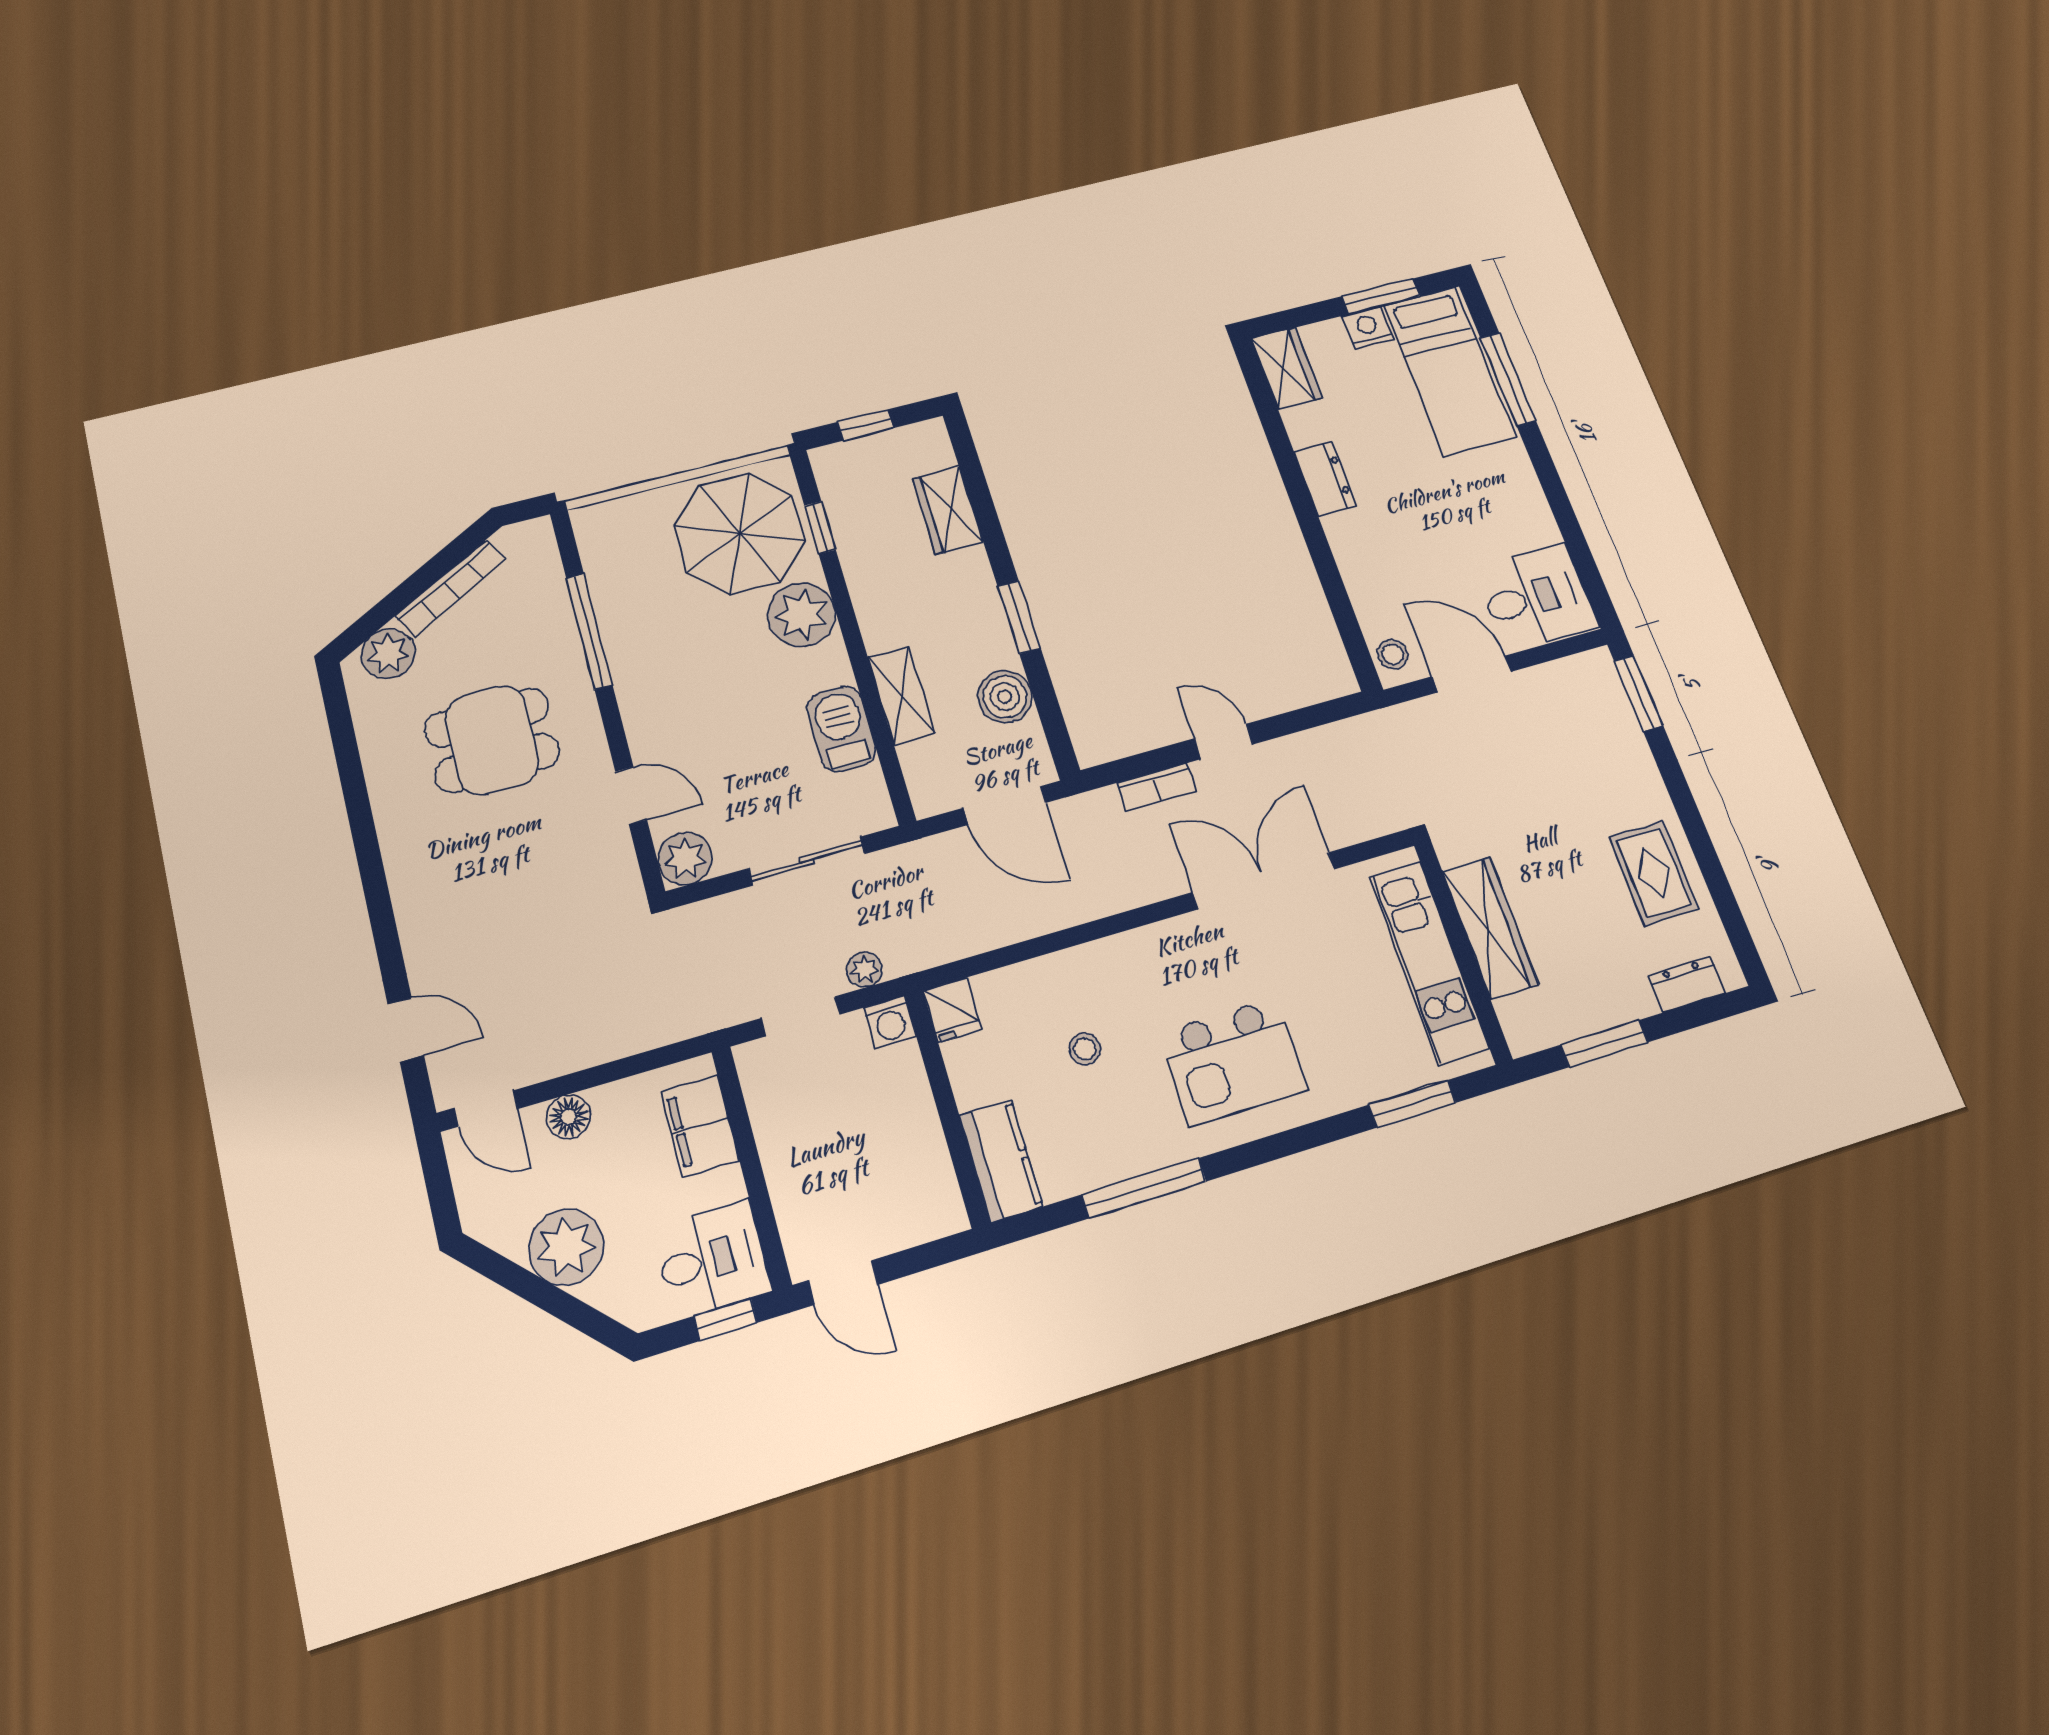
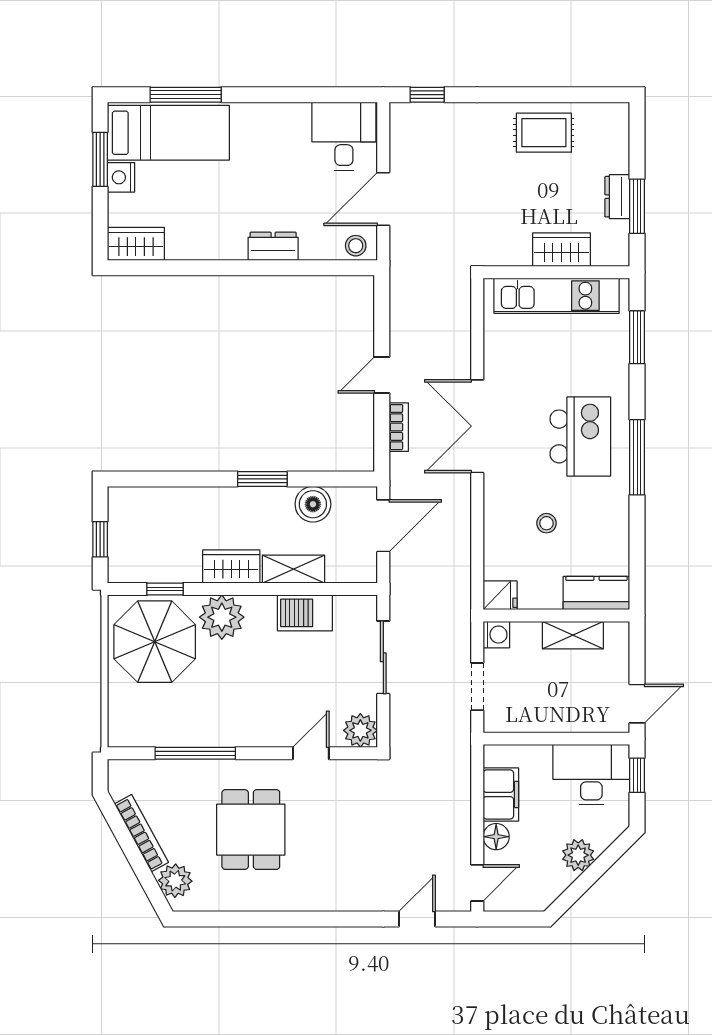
dresser: (1325, 479) -> (273, 246), moved
wardrobe: (948, 510) -> (231, 567), moved, turned 180
window: (1639, 693) -> (427, 95), width x0.67
double door: (1264, 881) -> (477, 426), moved
wardrobe: (1490, 928) -> (562, 250), width x0.67
plant: (864, 970) -> (460, 641), removed
dresser: (1686, 984) -> (617, 197), moved
filing cabinet: (700, 1126) -> (501, 794), moved, turned -90
shelving: (924, 1143) -> (573, 635), added
window: (1144, 1188) -> (637, 457), moved
plant: (566, 1247) -> (578, 855), width x0.73, depth x0.73
desk: (712, 1260) -> (591, 775), width x1.37

